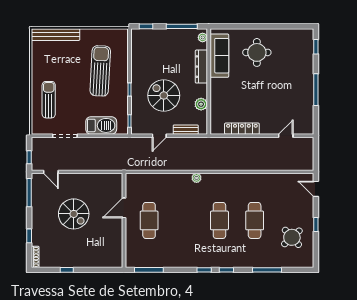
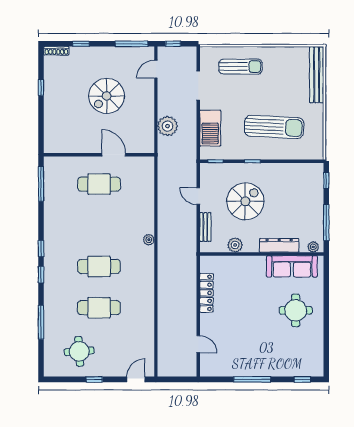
plant: (99, 162) -> (167, 126), added
round table: (292, 237) -> (79, 351), turned 38

